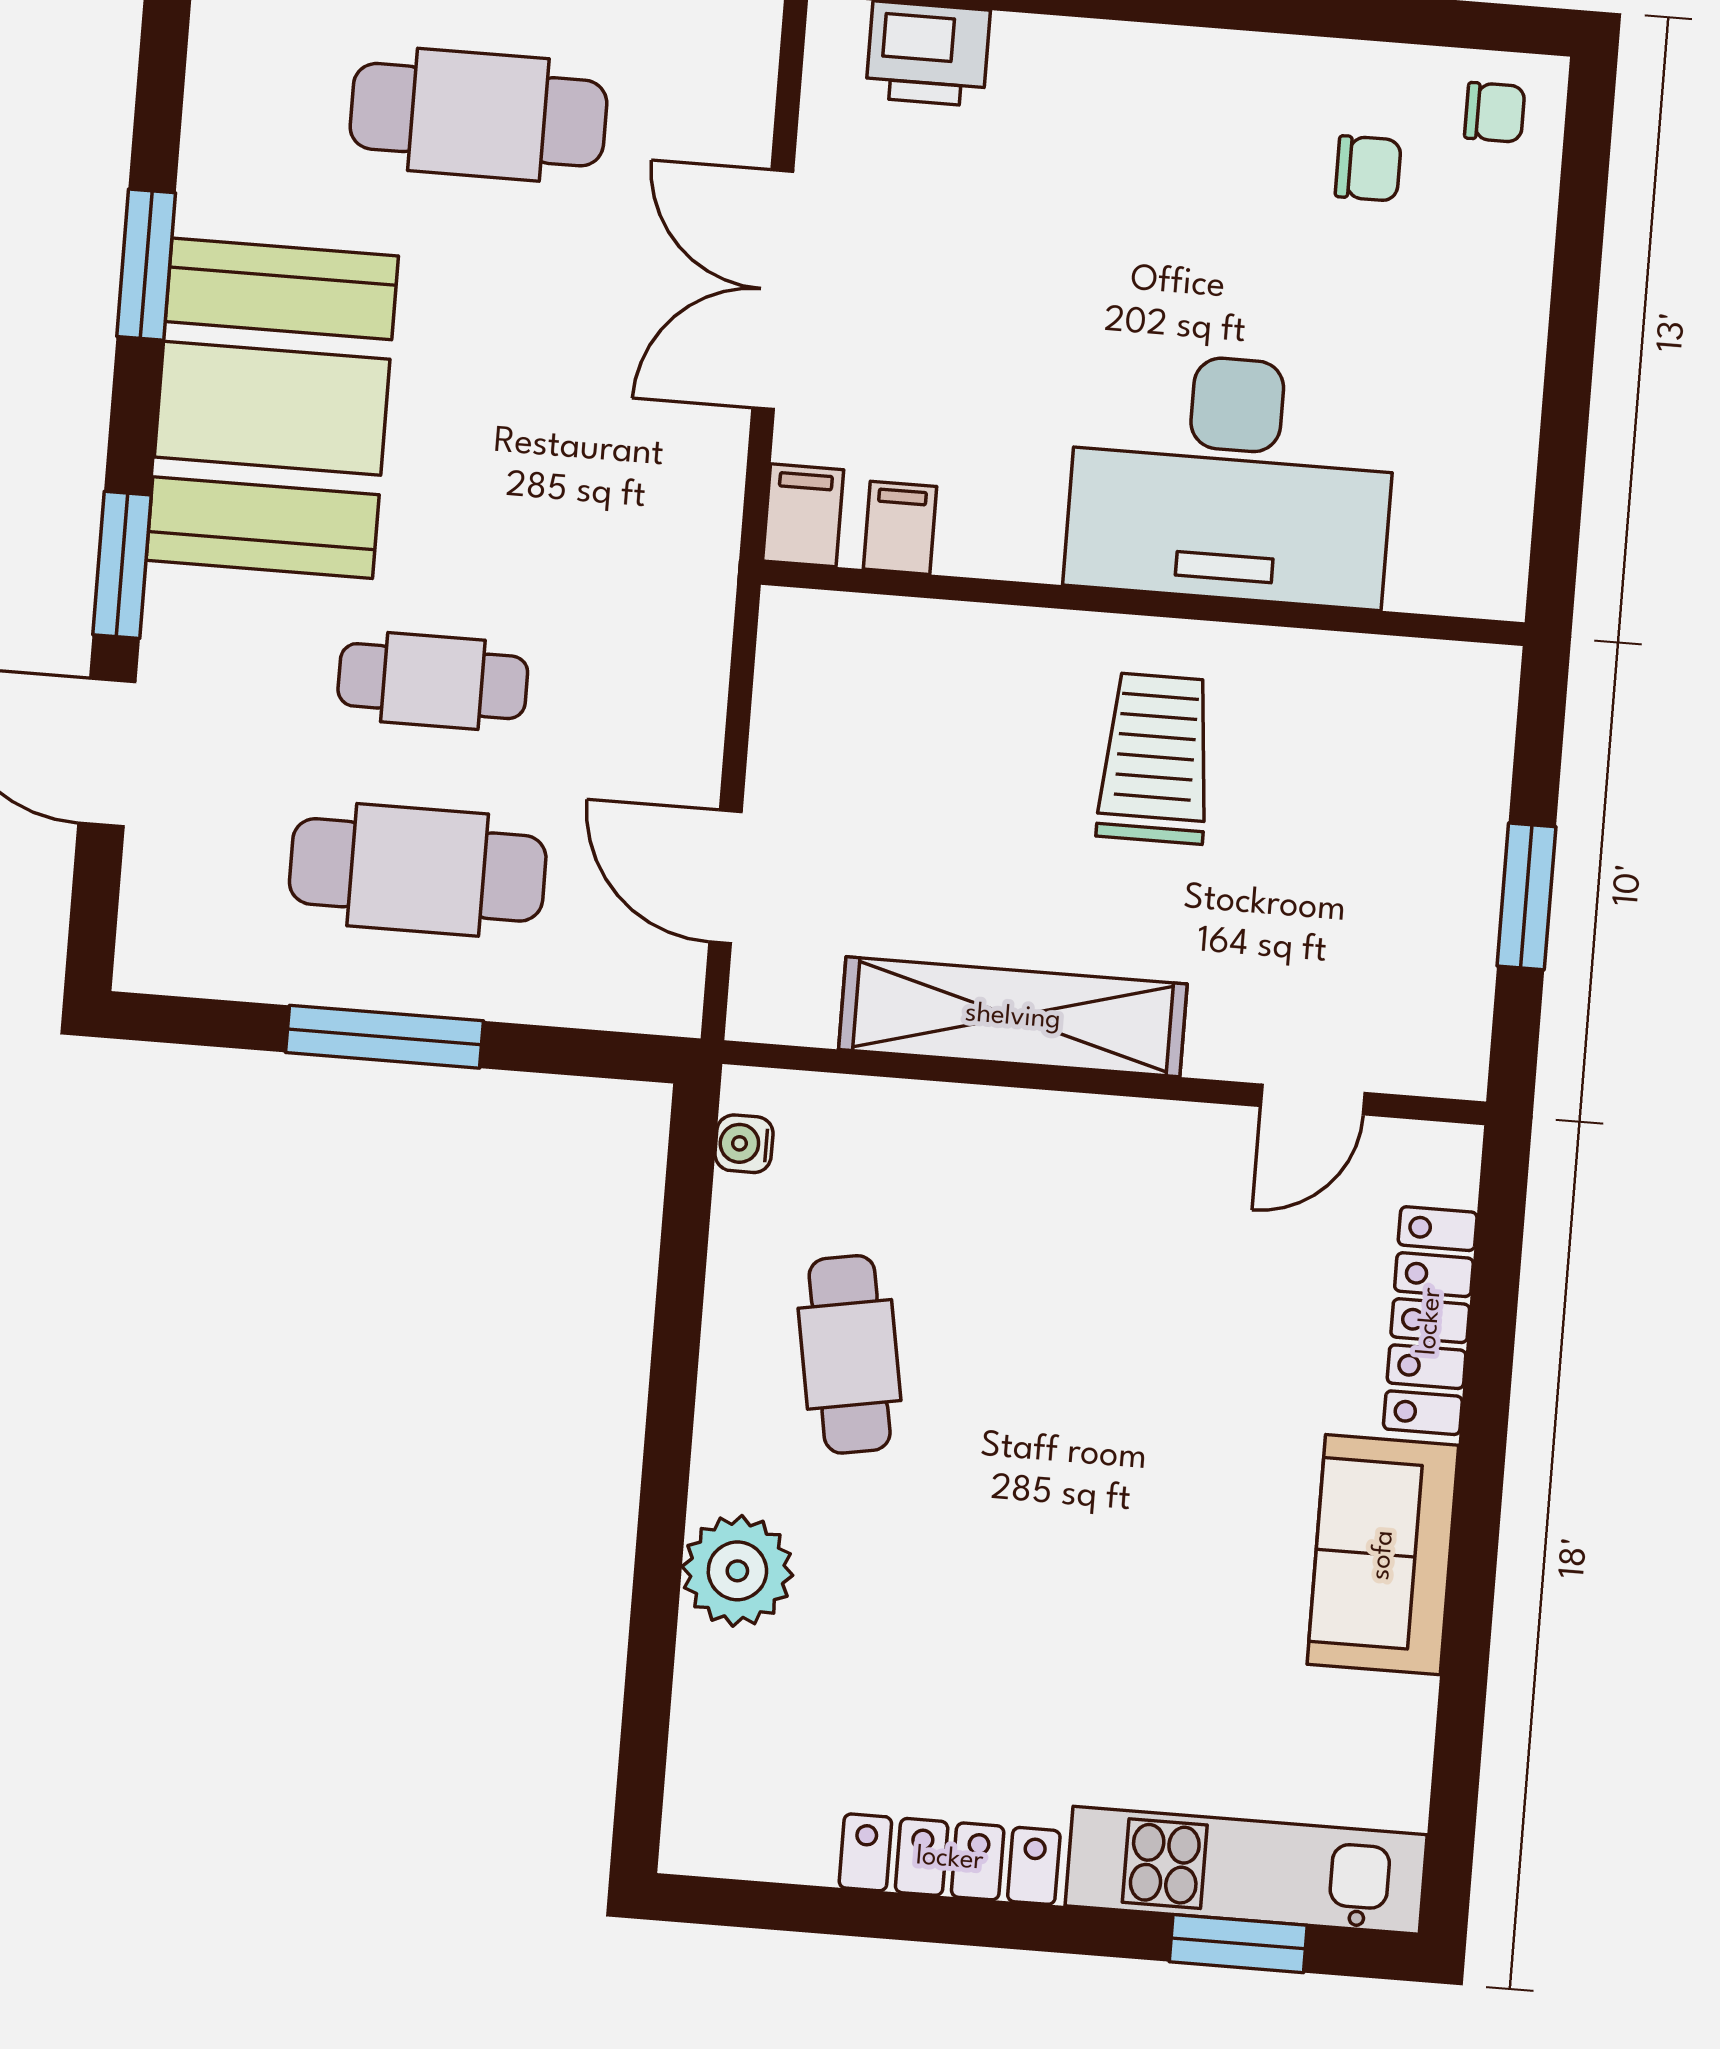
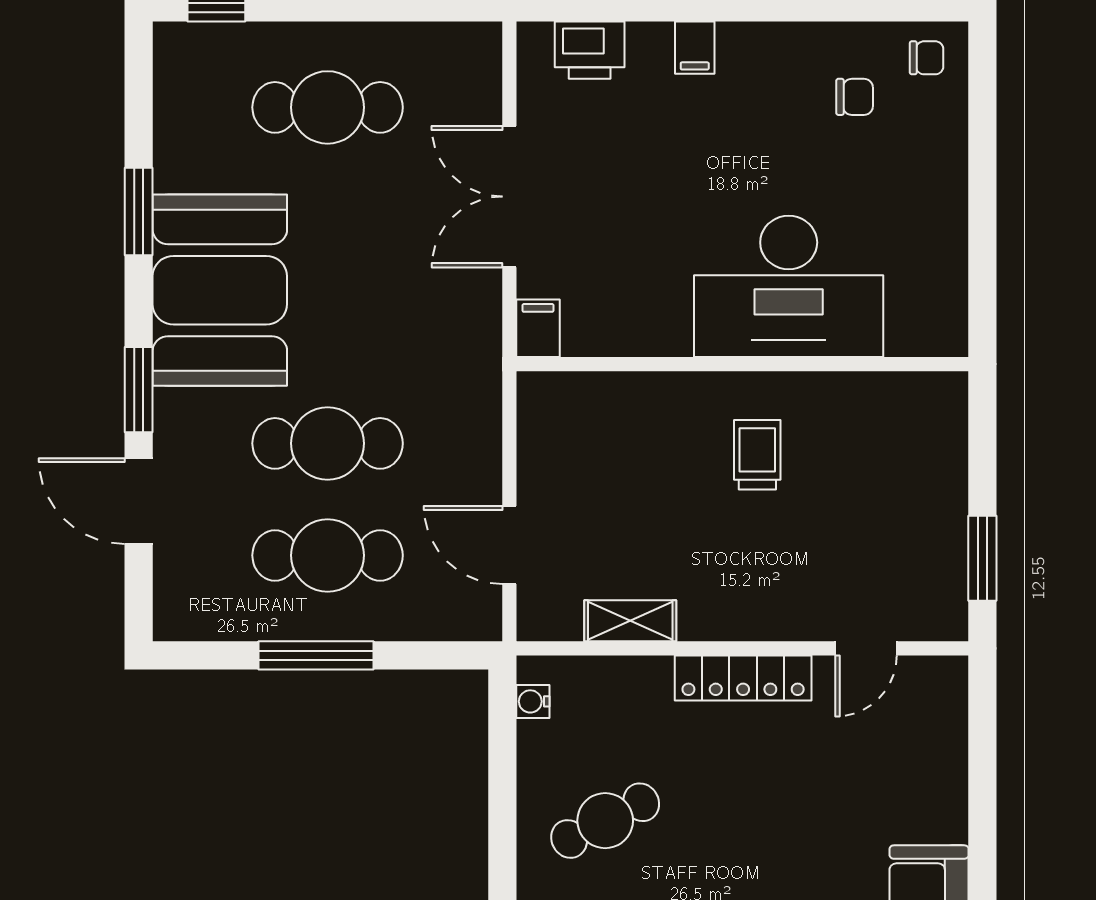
filing cabinet: (900, 528) -> (695, 48), moved, turned 180
cafe table: (433, 681) -> (328, 443), width x1.37, depth x1.35
trolley: (1156, 758) -> (757, 455), width x0.73, depth x0.72
window: (1526, 896) -> (982, 558), moved
shelving: (1013, 1017) -> (630, 621), width x0.45, depth x0.75
locker: (1430, 1321) -> (743, 678), moved, turned -90
cafe table: (850, 1354) -> (605, 821), turned 73

